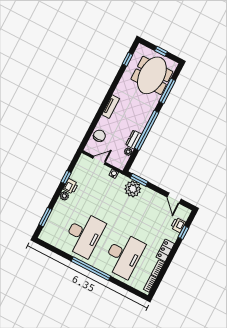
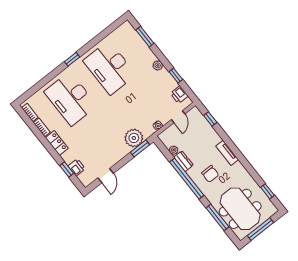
window: (161, 51) -> (260, 229), width x2.17
window: (89, 133) -> (210, 119), added
chair: (99, 136) -> (210, 174), moved
printer: (71, 186) -> (179, 95), moved
door: (174, 198) -> (106, 176), swing flipped
window: (91, 269) -> (72, 59), width x0.32

